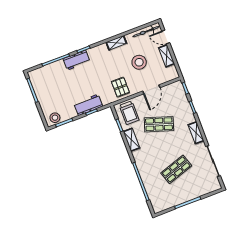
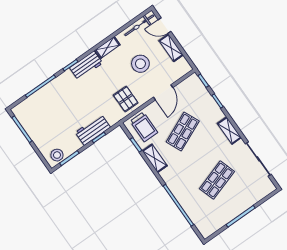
workbench: (76, 60) -> (86, 65), moved
shop shelf: (159, 124) -> (183, 131), turned -42

